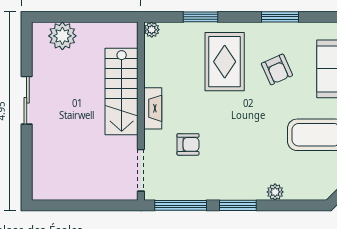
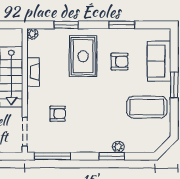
armchair: (277, 69) -> (119, 62), turned -66
fireplace: (153, 108) -> (33, 72), moved
window: (238, 205) -> (112, 156), moved

